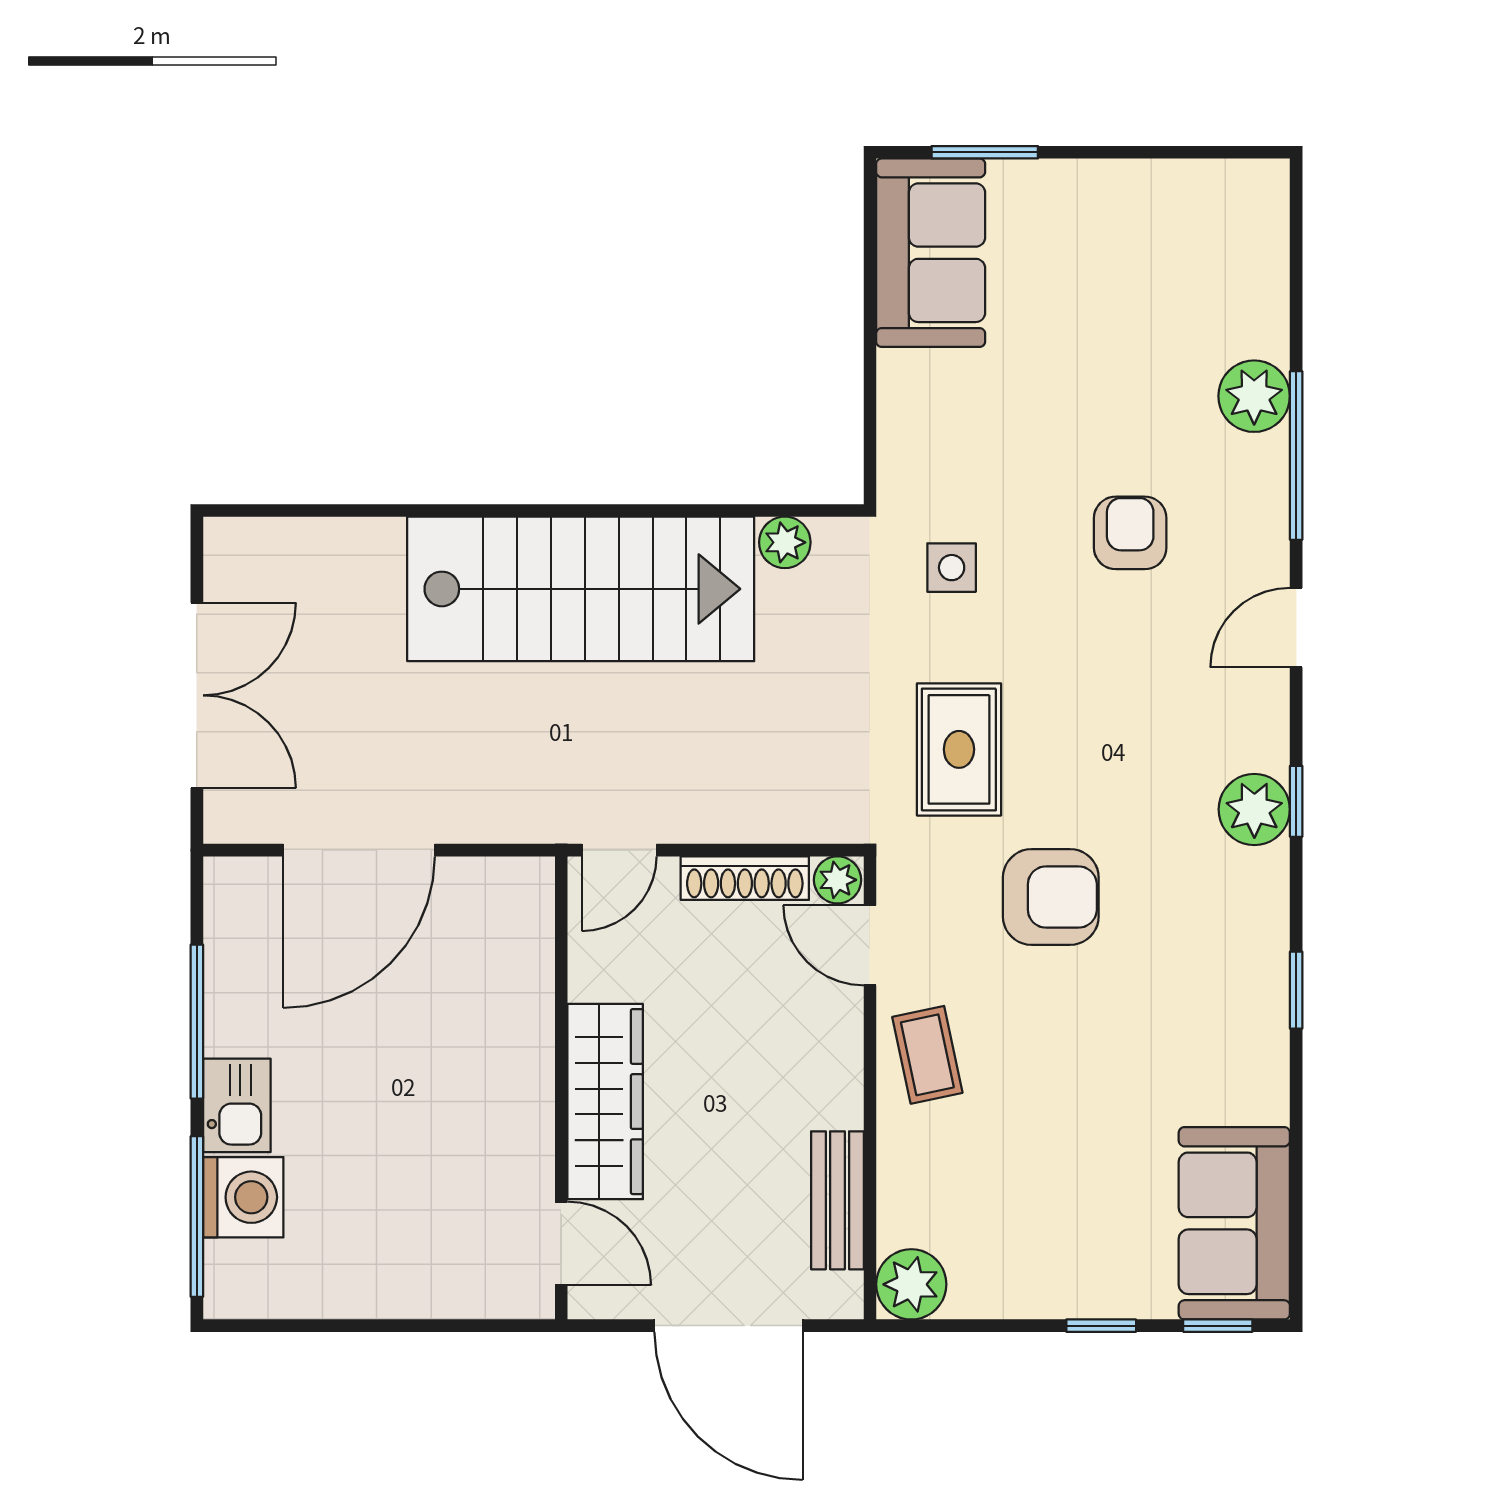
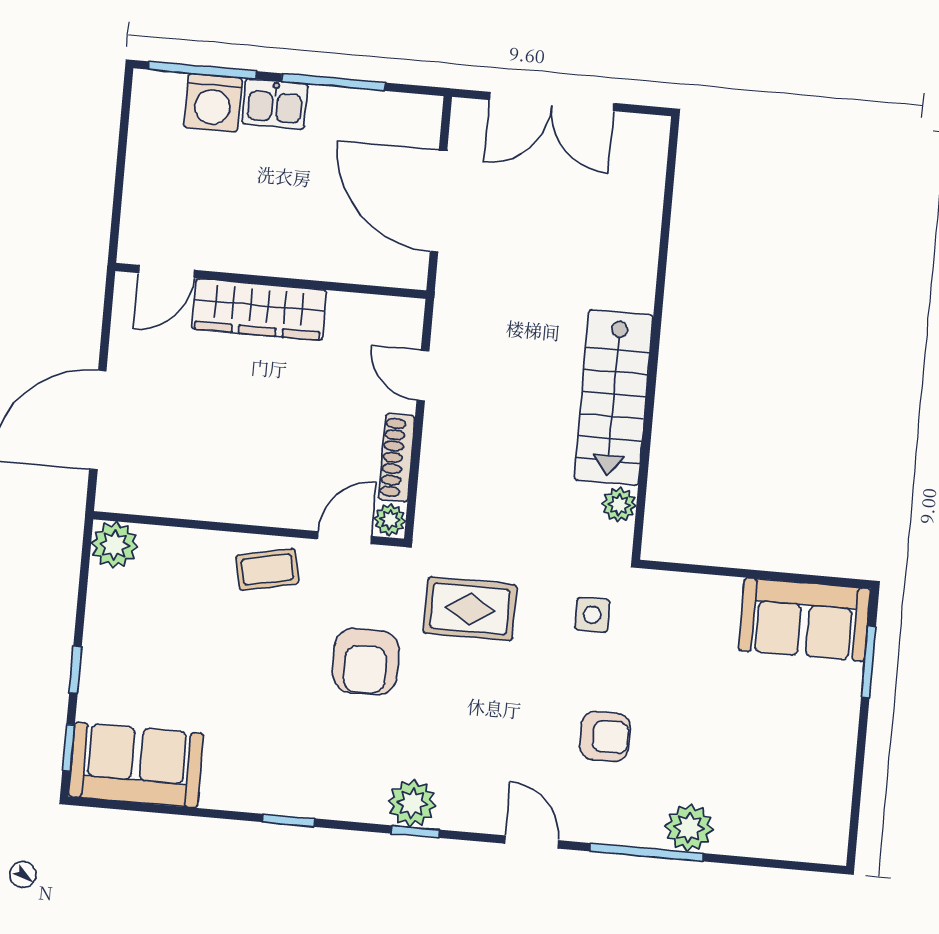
stairs: (581, 589) -> (614, 397), width x0.73, depth x0.66
wall: (561, 1088) -> (271, 281), moved
wardrobe: (605, 1102) -> (259, 309), moved
bench: (837, 1200) -> (175, 501), removed
door: (561, 1243) -> (167, 271), moved

